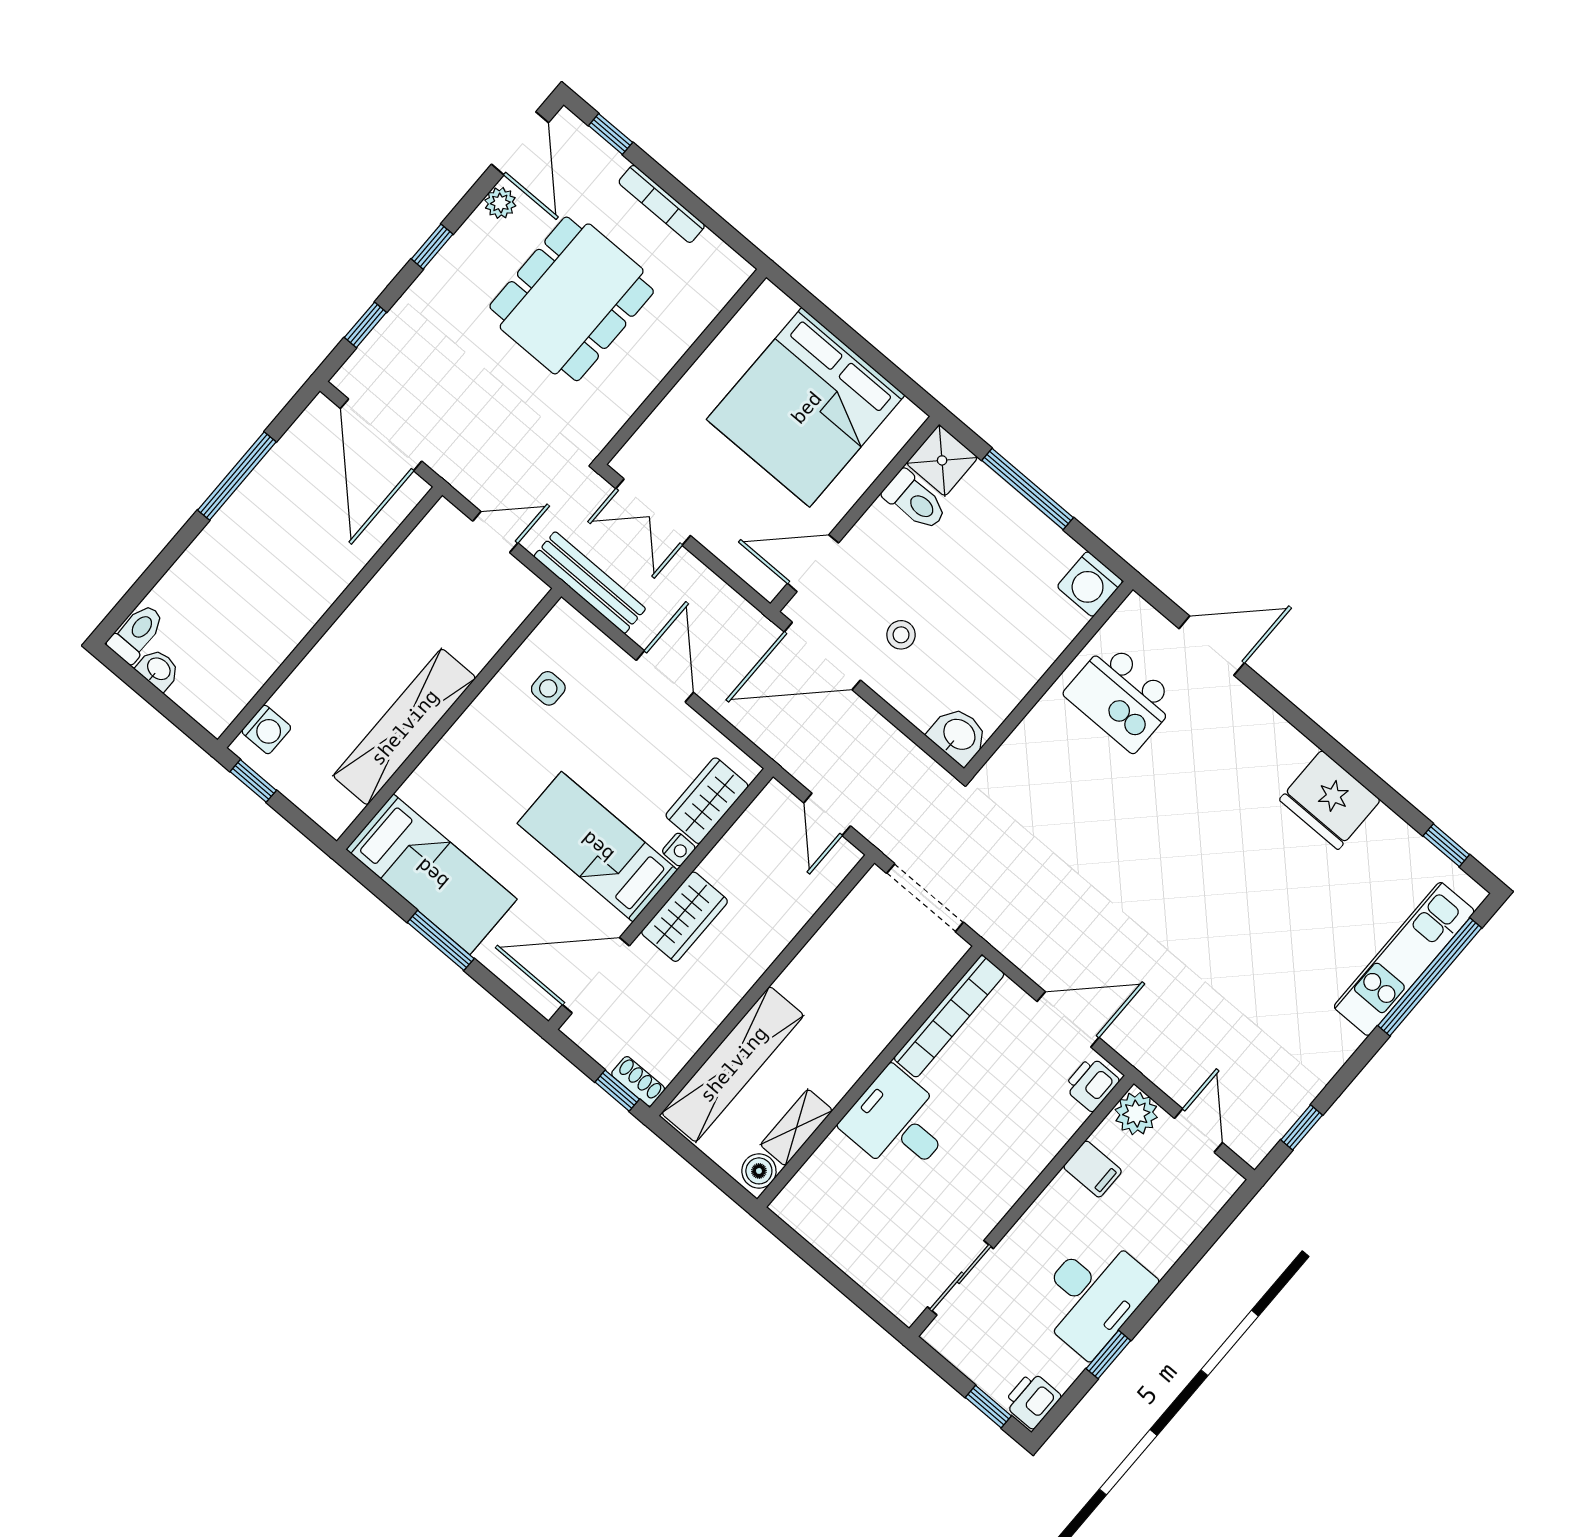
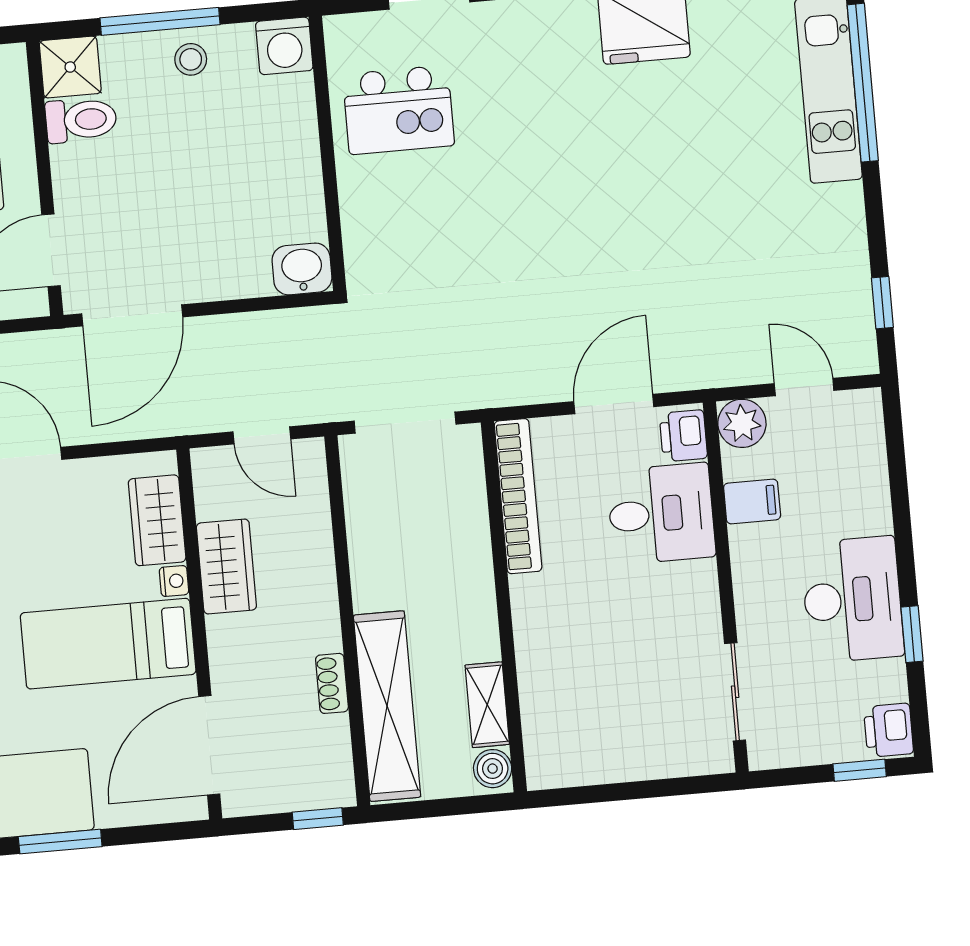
stool: (901, 635) -> (191, 59), moved
wardrobe: (685, 917) -> (226, 566), moved
shoe rack: (638, 1081) -> (332, 683), moved, turned -90
desk: (898, 1123) -> (661, 514), moved, turned 180

